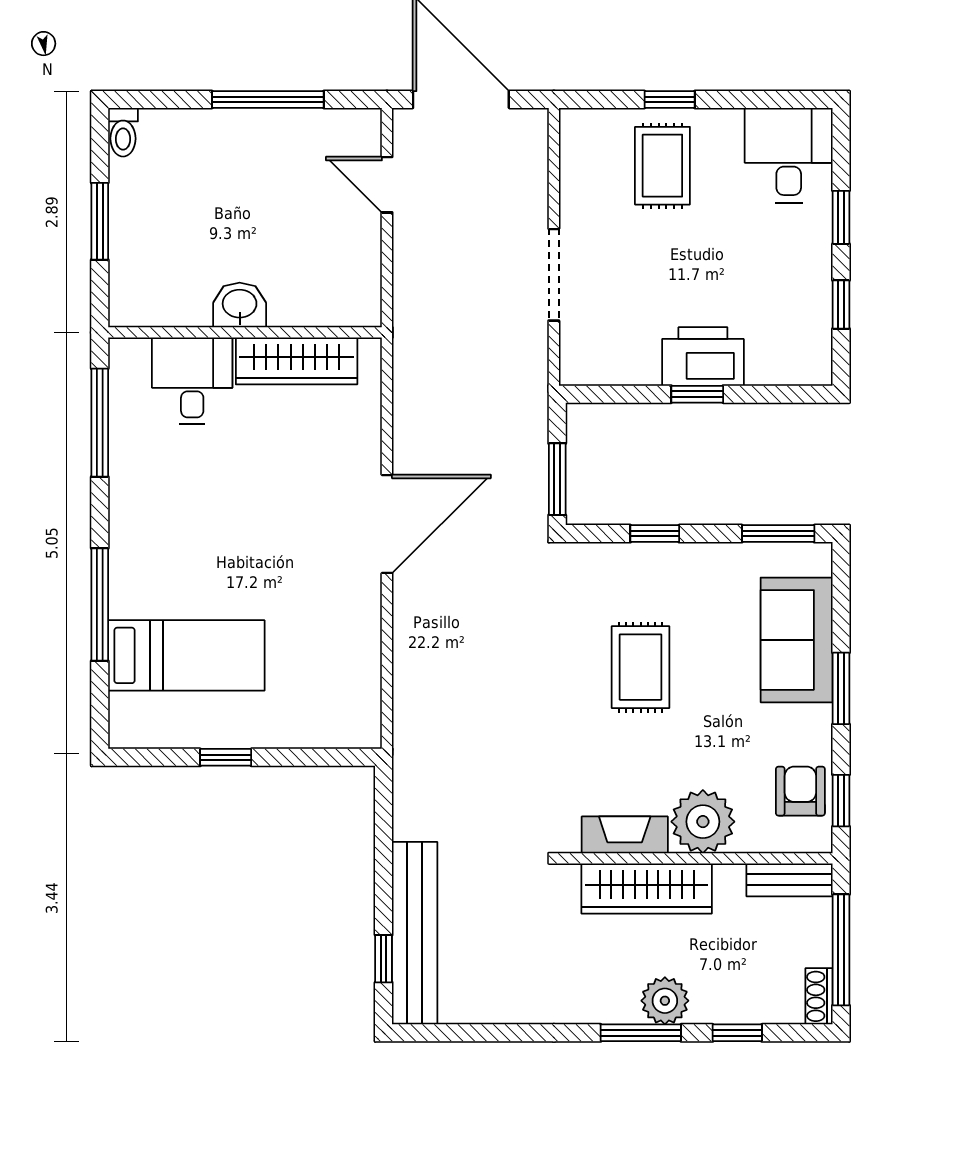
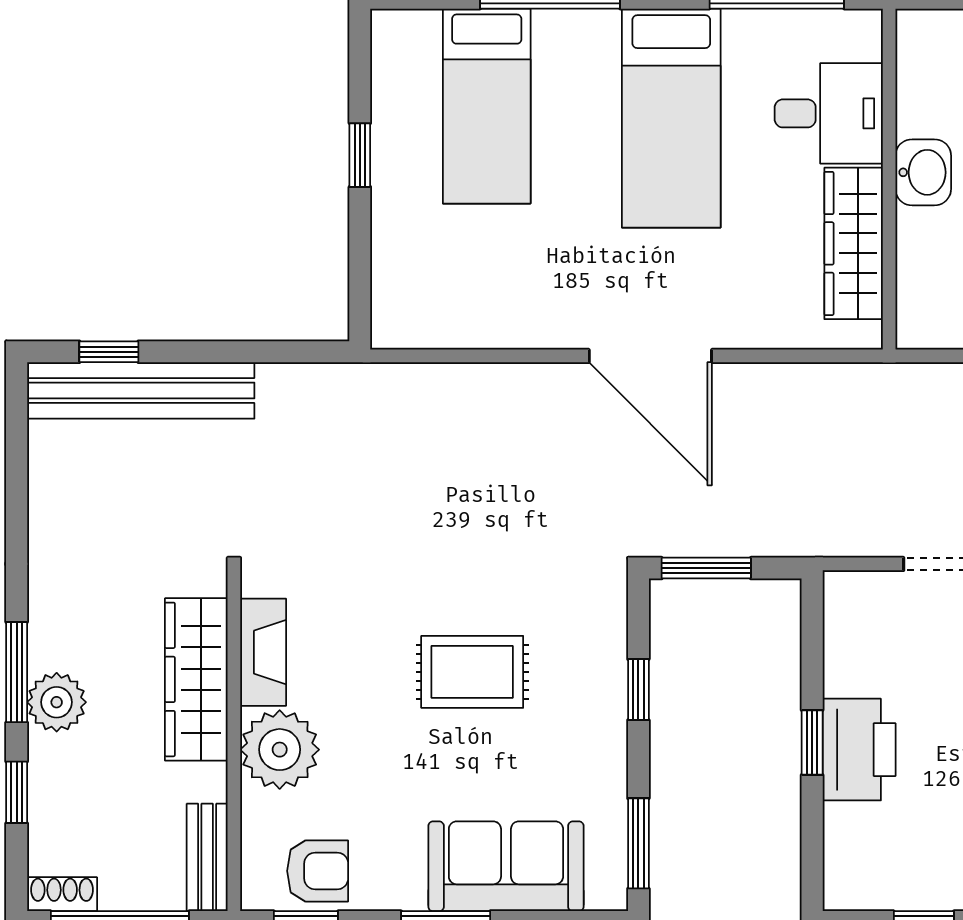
bed: (196, 507) -> (671, 118), added

